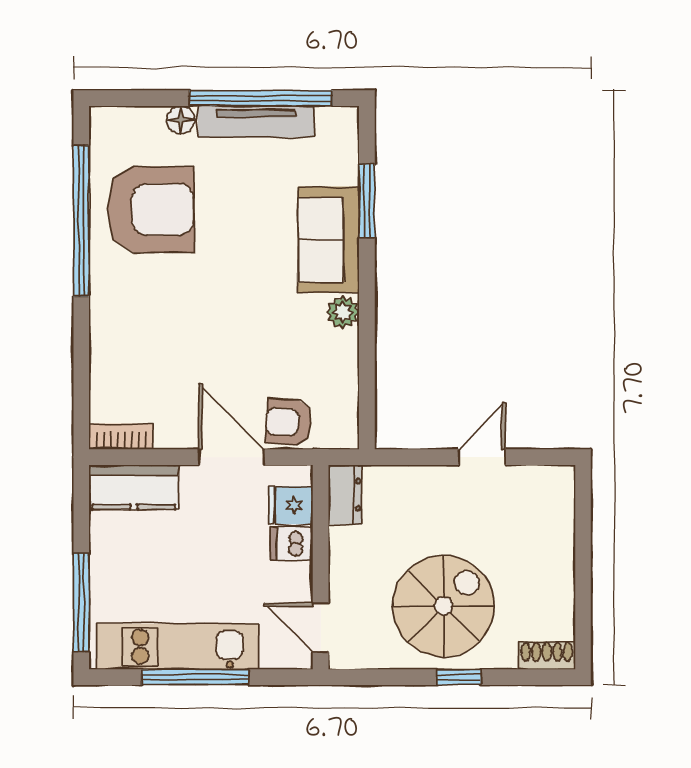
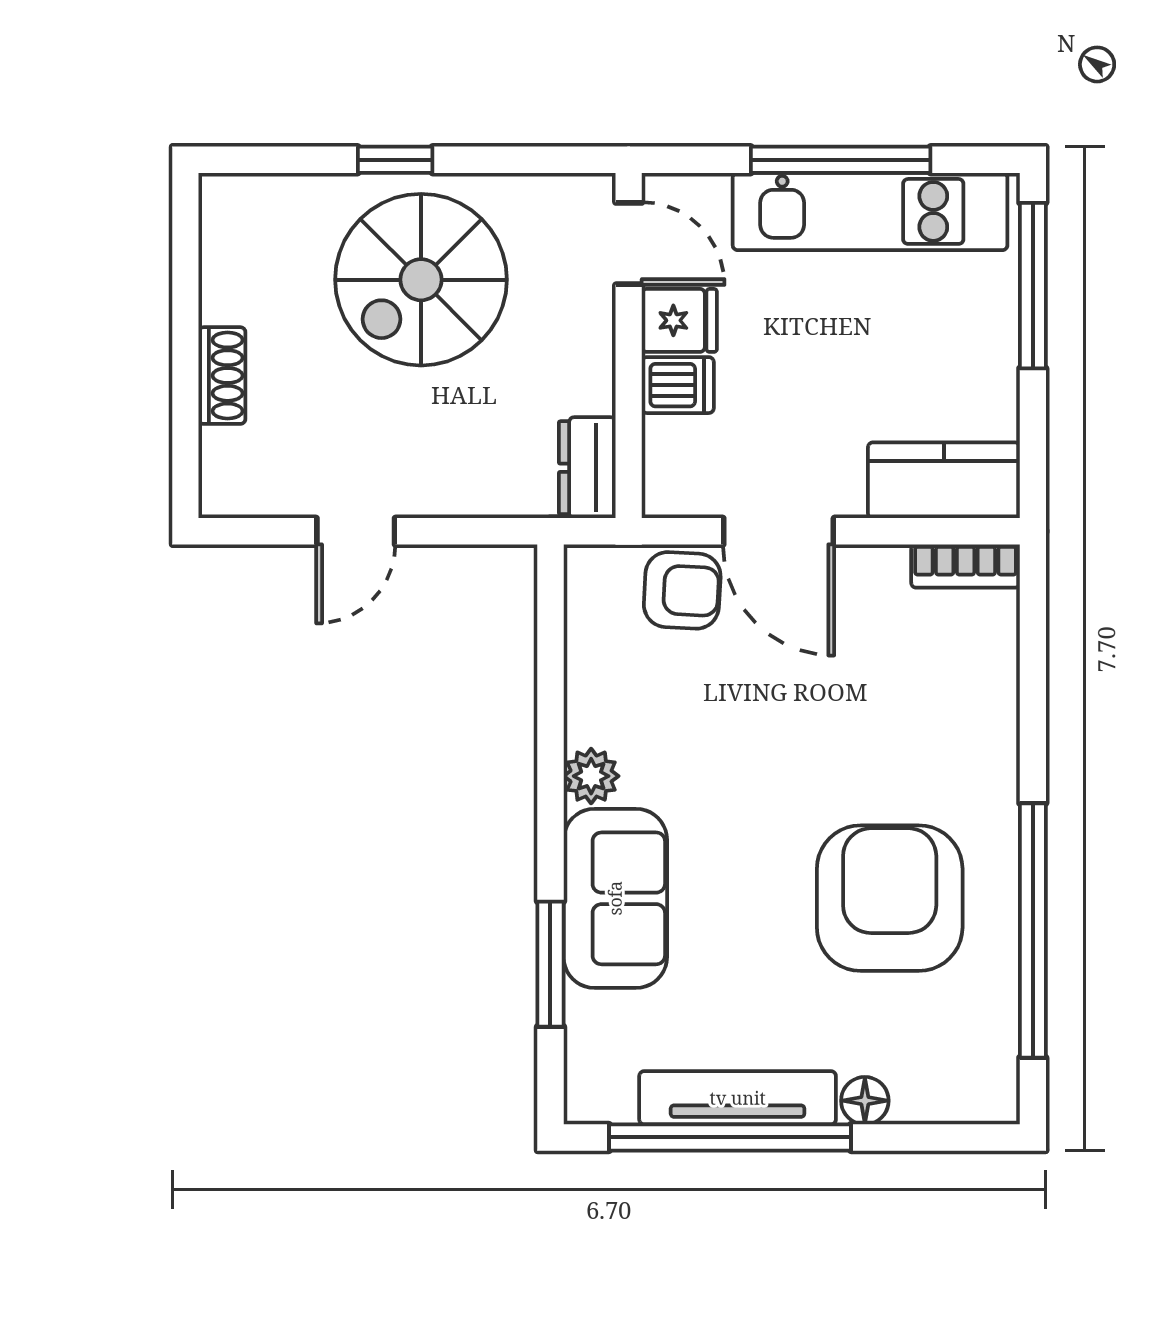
armchair: (151, 210) -> (890, 898), moved, turned 90
fridge: (291, 505) -> (679, 320), moved
shoe rack: (547, 656) -> (222, 376), moved, turned -90

